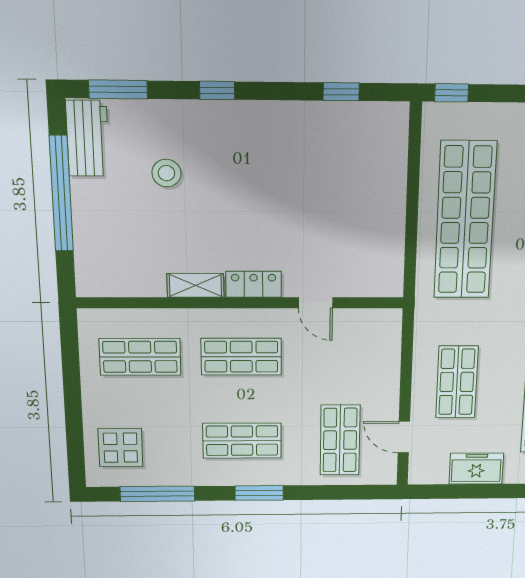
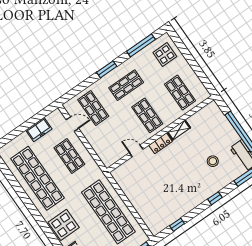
shop shelf: (140, 357) -> (180, 93), turned 90
shop shelf: (241, 357) -> (147, 115), turned 90

